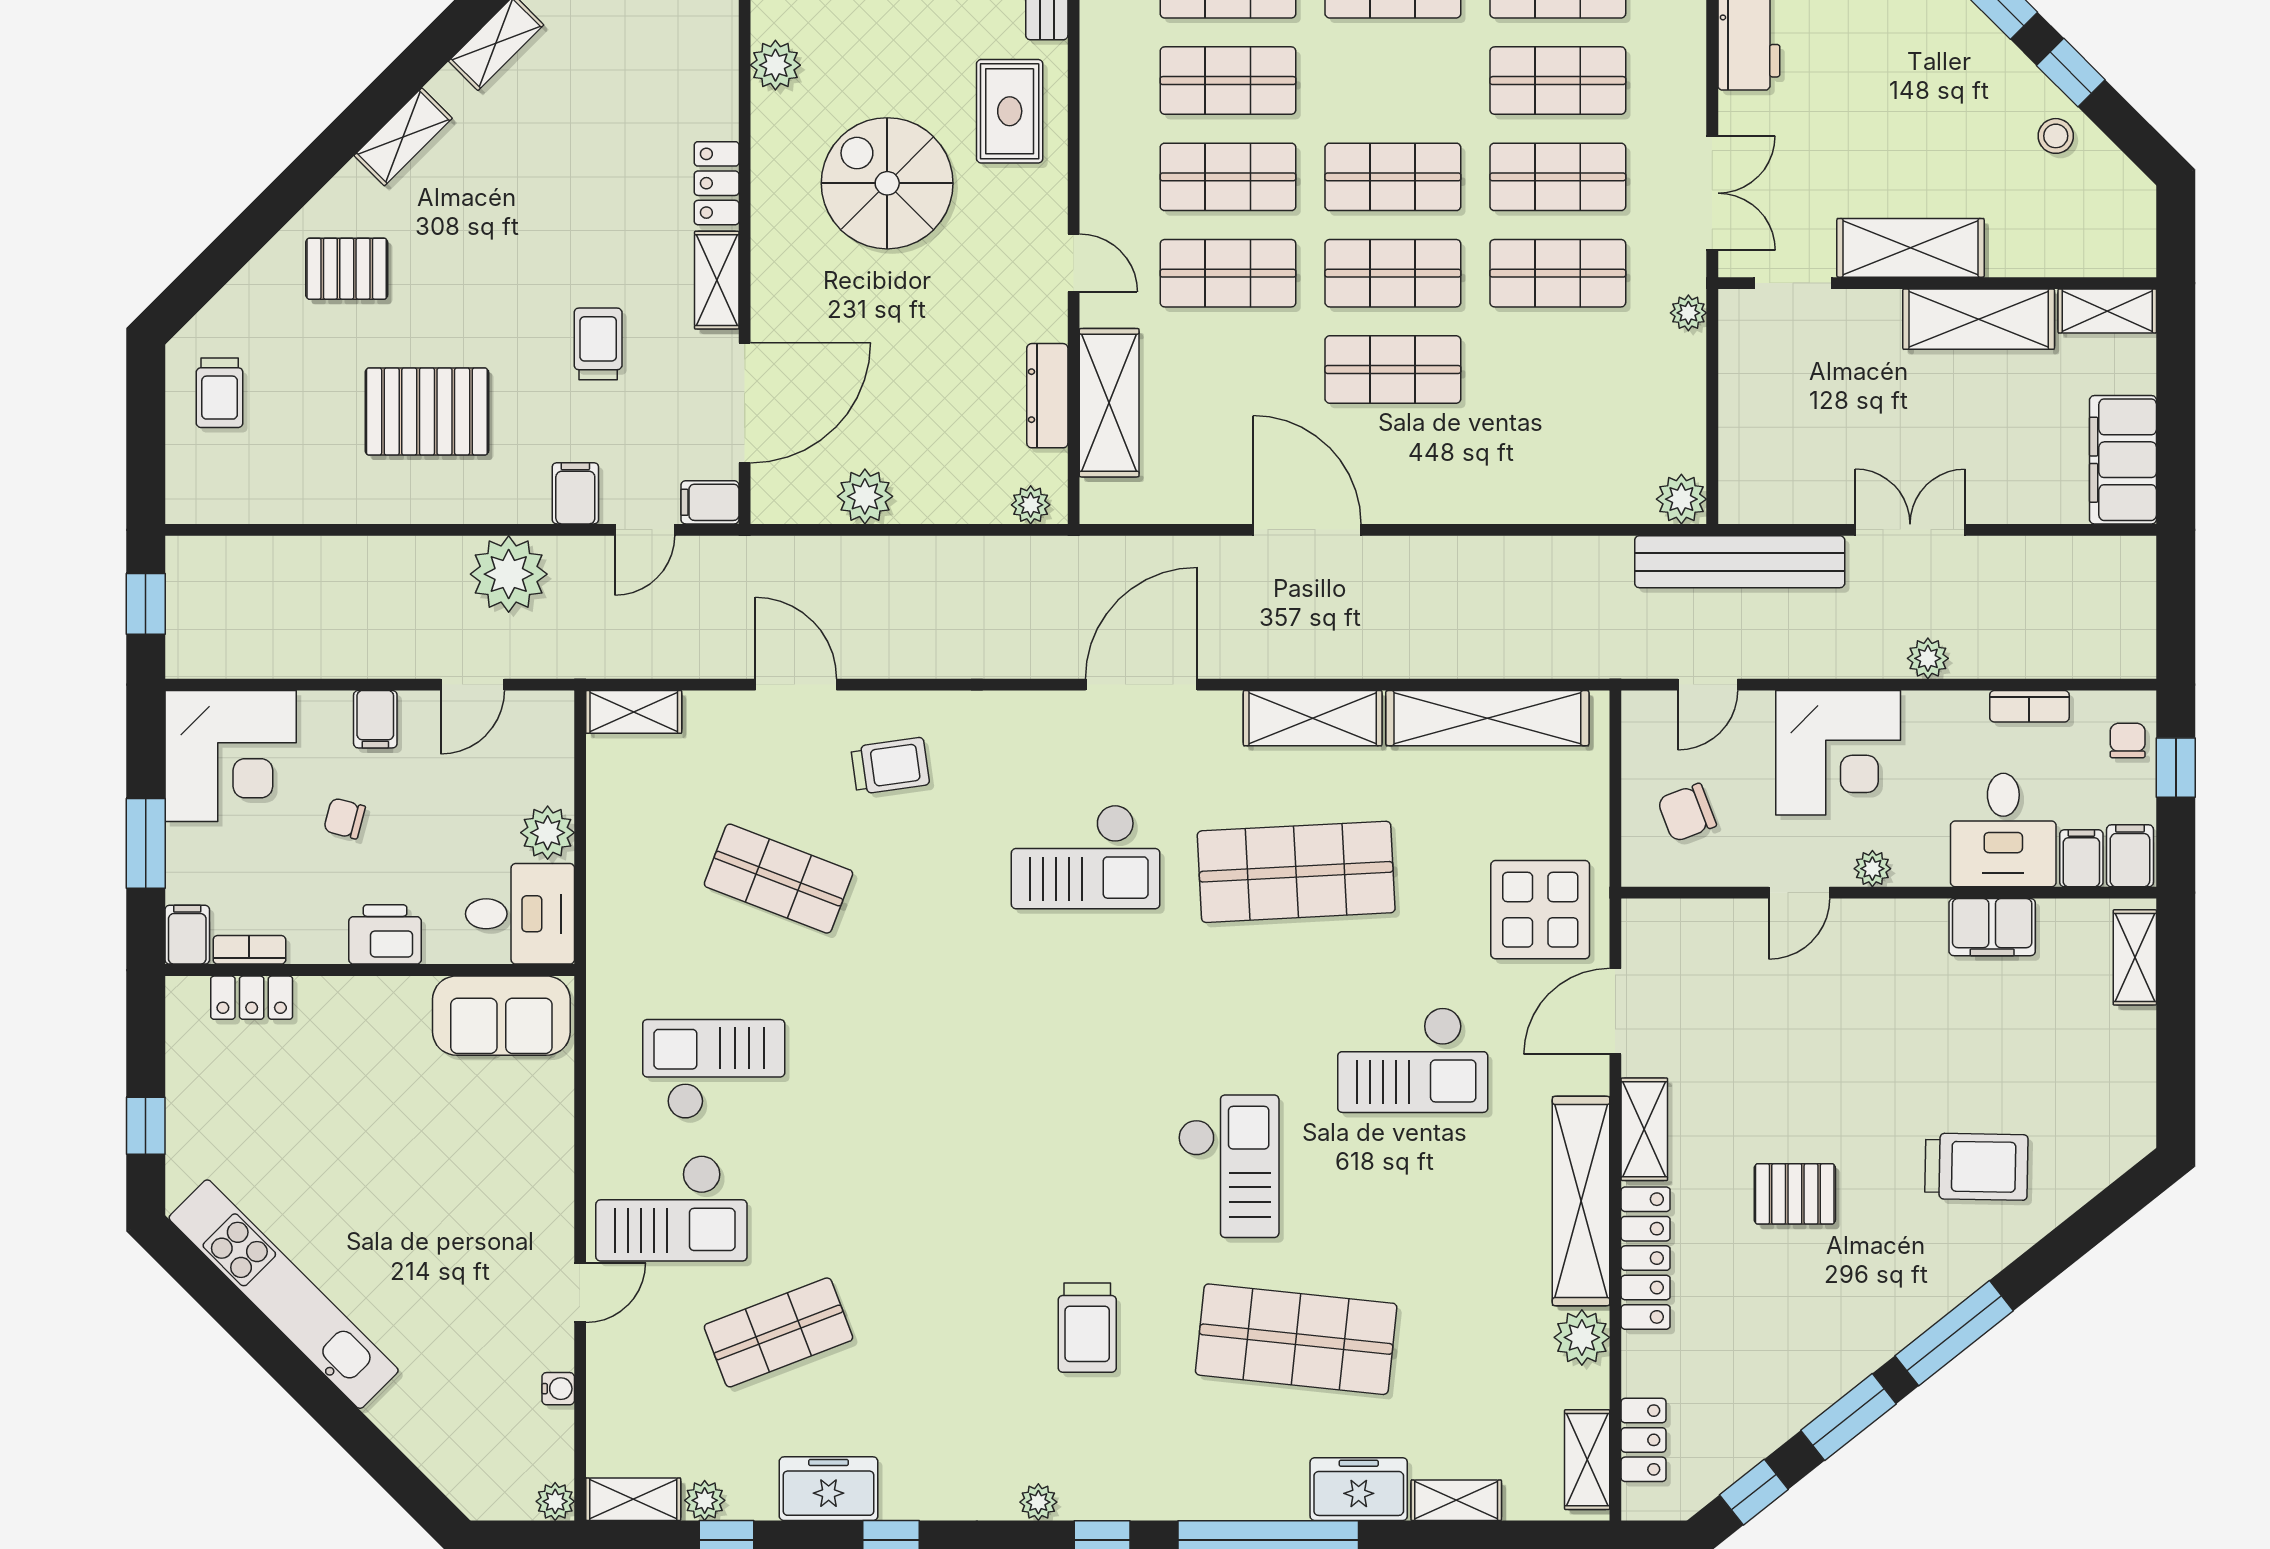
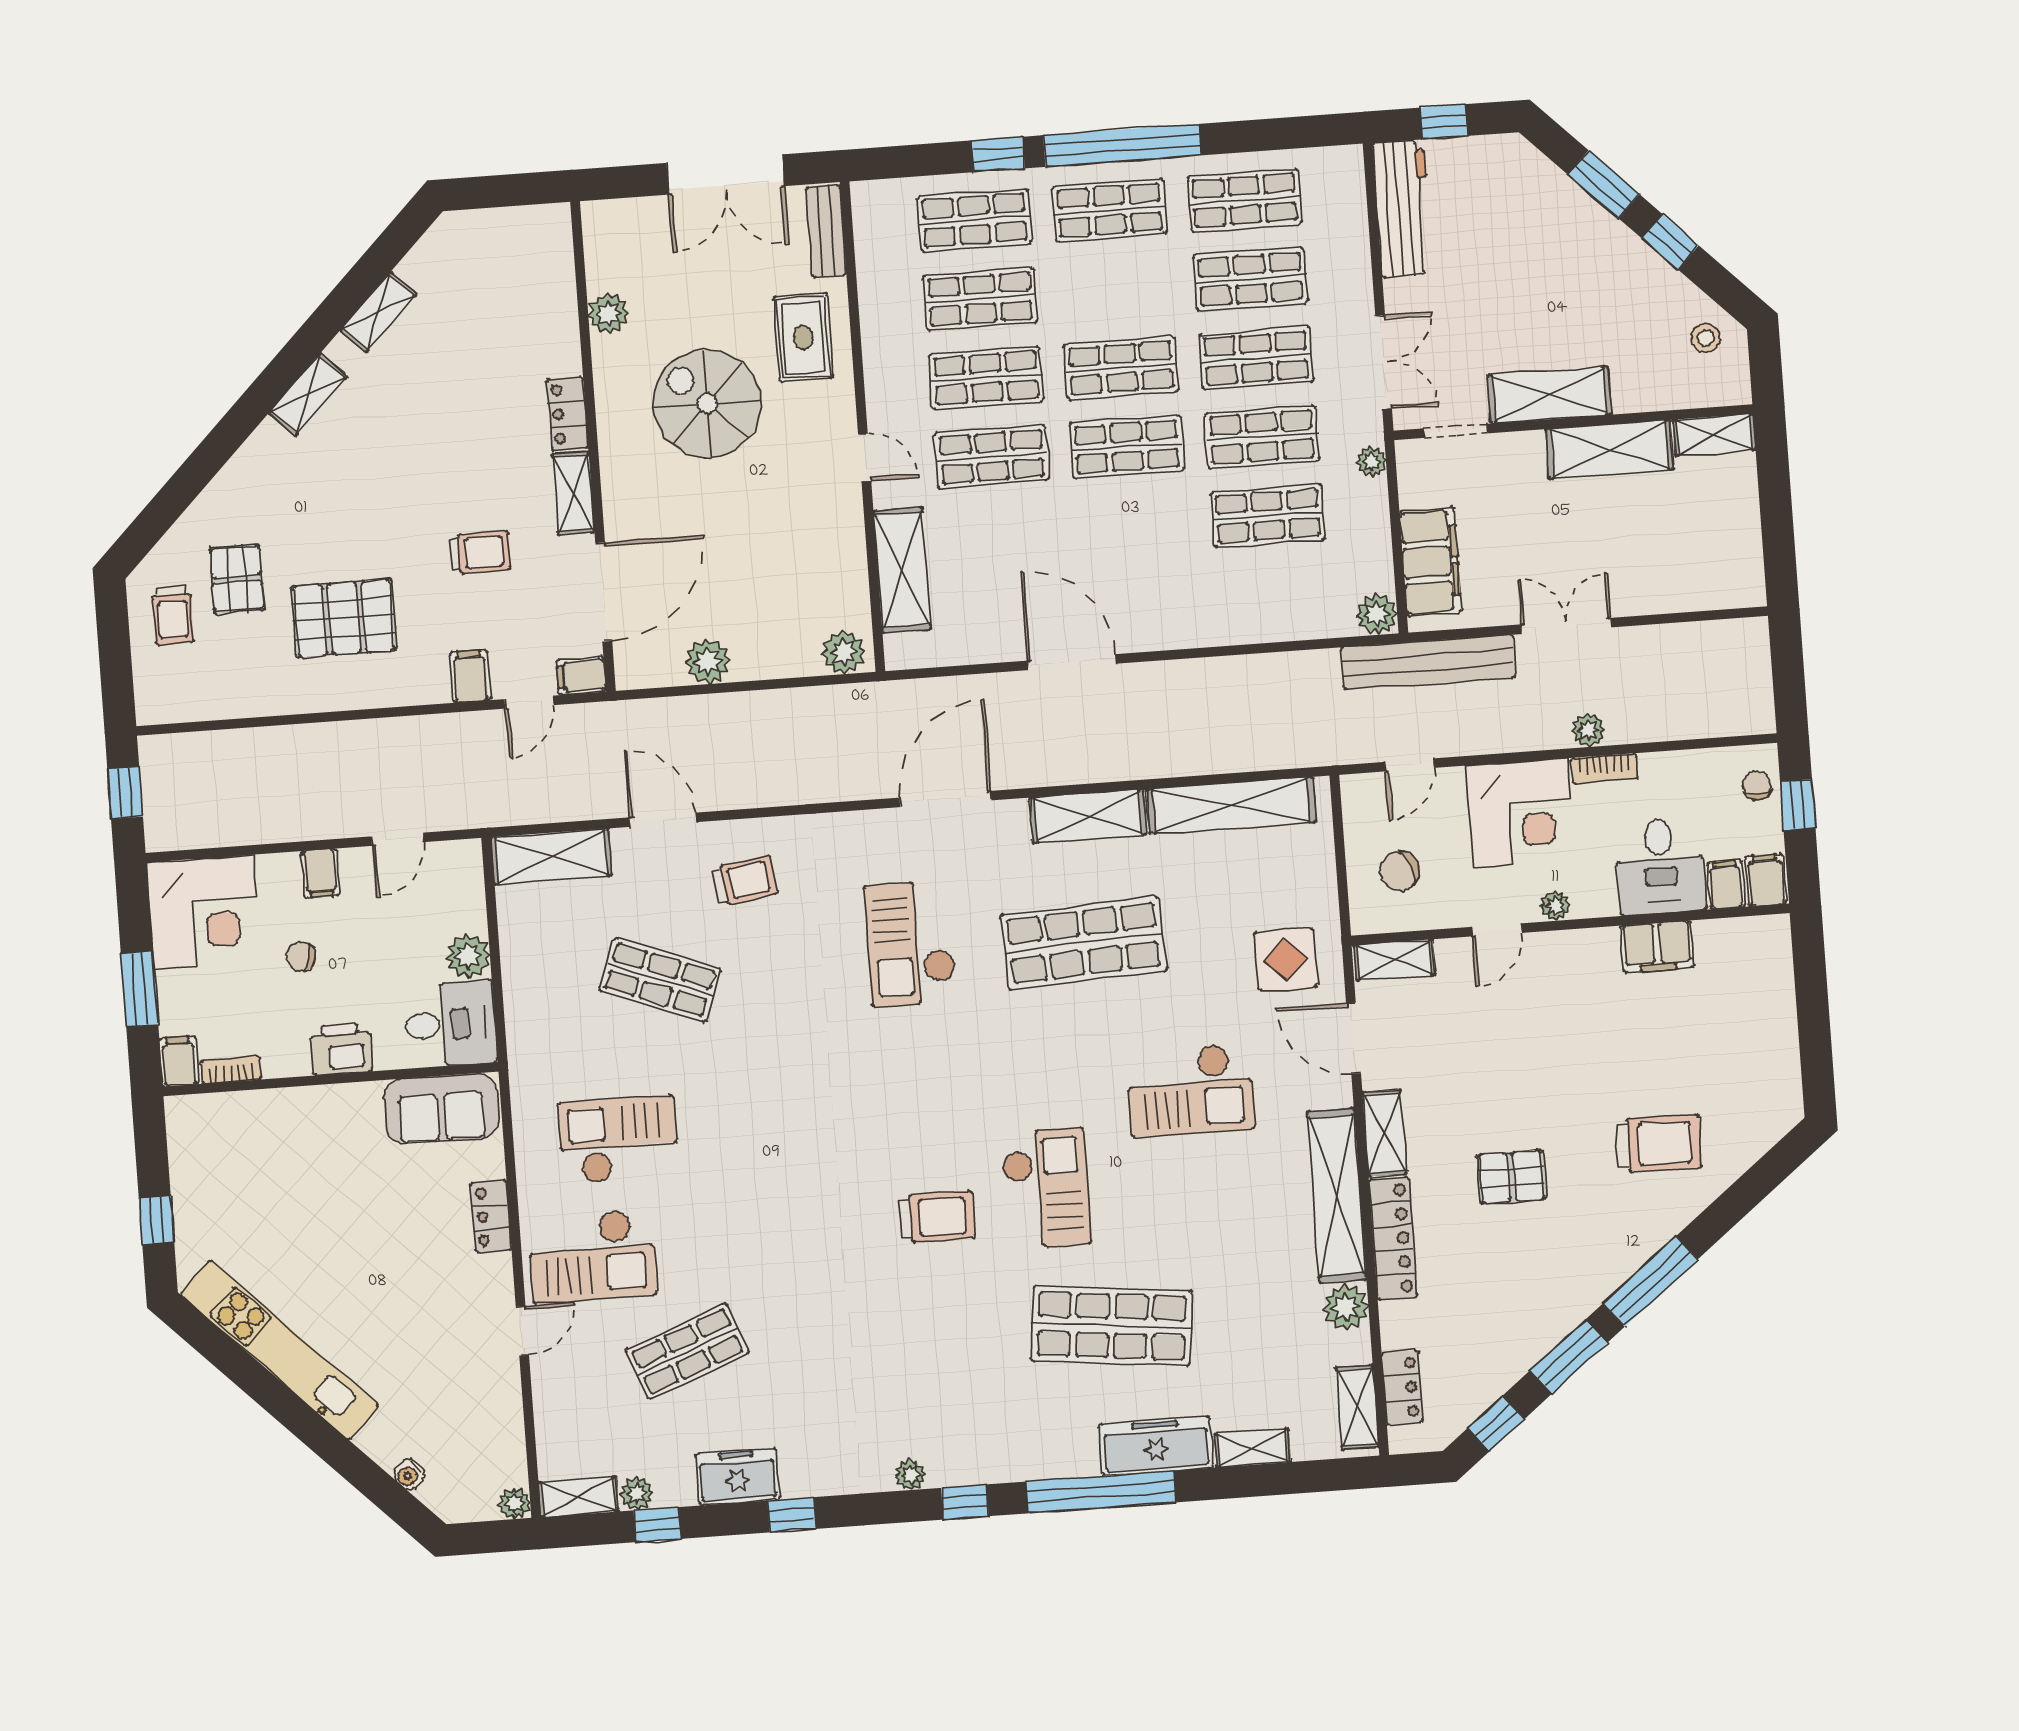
stool: (2056, 136) -> (1706, 338), moved
pallet: (347, 269) -> (237, 579), moved, turned 90
trolley: (598, 344) -> (480, 553), turned 90
shop shelf: (1393, 369) -> (1268, 516), moved
dresser: (1047, 396) -> (851, 568), removed
filing cabinet: (2123, 460) -> (1430, 562), moved, turned 180
plant: (1031, 505) -> (844, 652), width x1.38, depth x1.38
plant: (509, 574) -> (421, 746), removed
bookcase: (2029, 706) -> (1604, 768), moved
shelving: (634, 712) -> (551, 856), width x1.50, depth x1.33
checkout: (1086, 857) -> (910, 943), turned 90
display table: (1540, 910) -> (1286, 959), width x0.73, depth x0.73
shelving: (2135, 957) -> (1395, 960), moved, turned 90
locker: (252, 998) -> (491, 1216), moved, turned 90
door: (1615, 1011) -> (1354, 1038), hinge flipped
trolley: (1087, 1328) -> (937, 1217), moved, turned -90
water cooler: (558, 1389) -> (409, 1475), moved, turned 135
freezer: (1359, 1489) -> (1156, 1446), width x1.40

